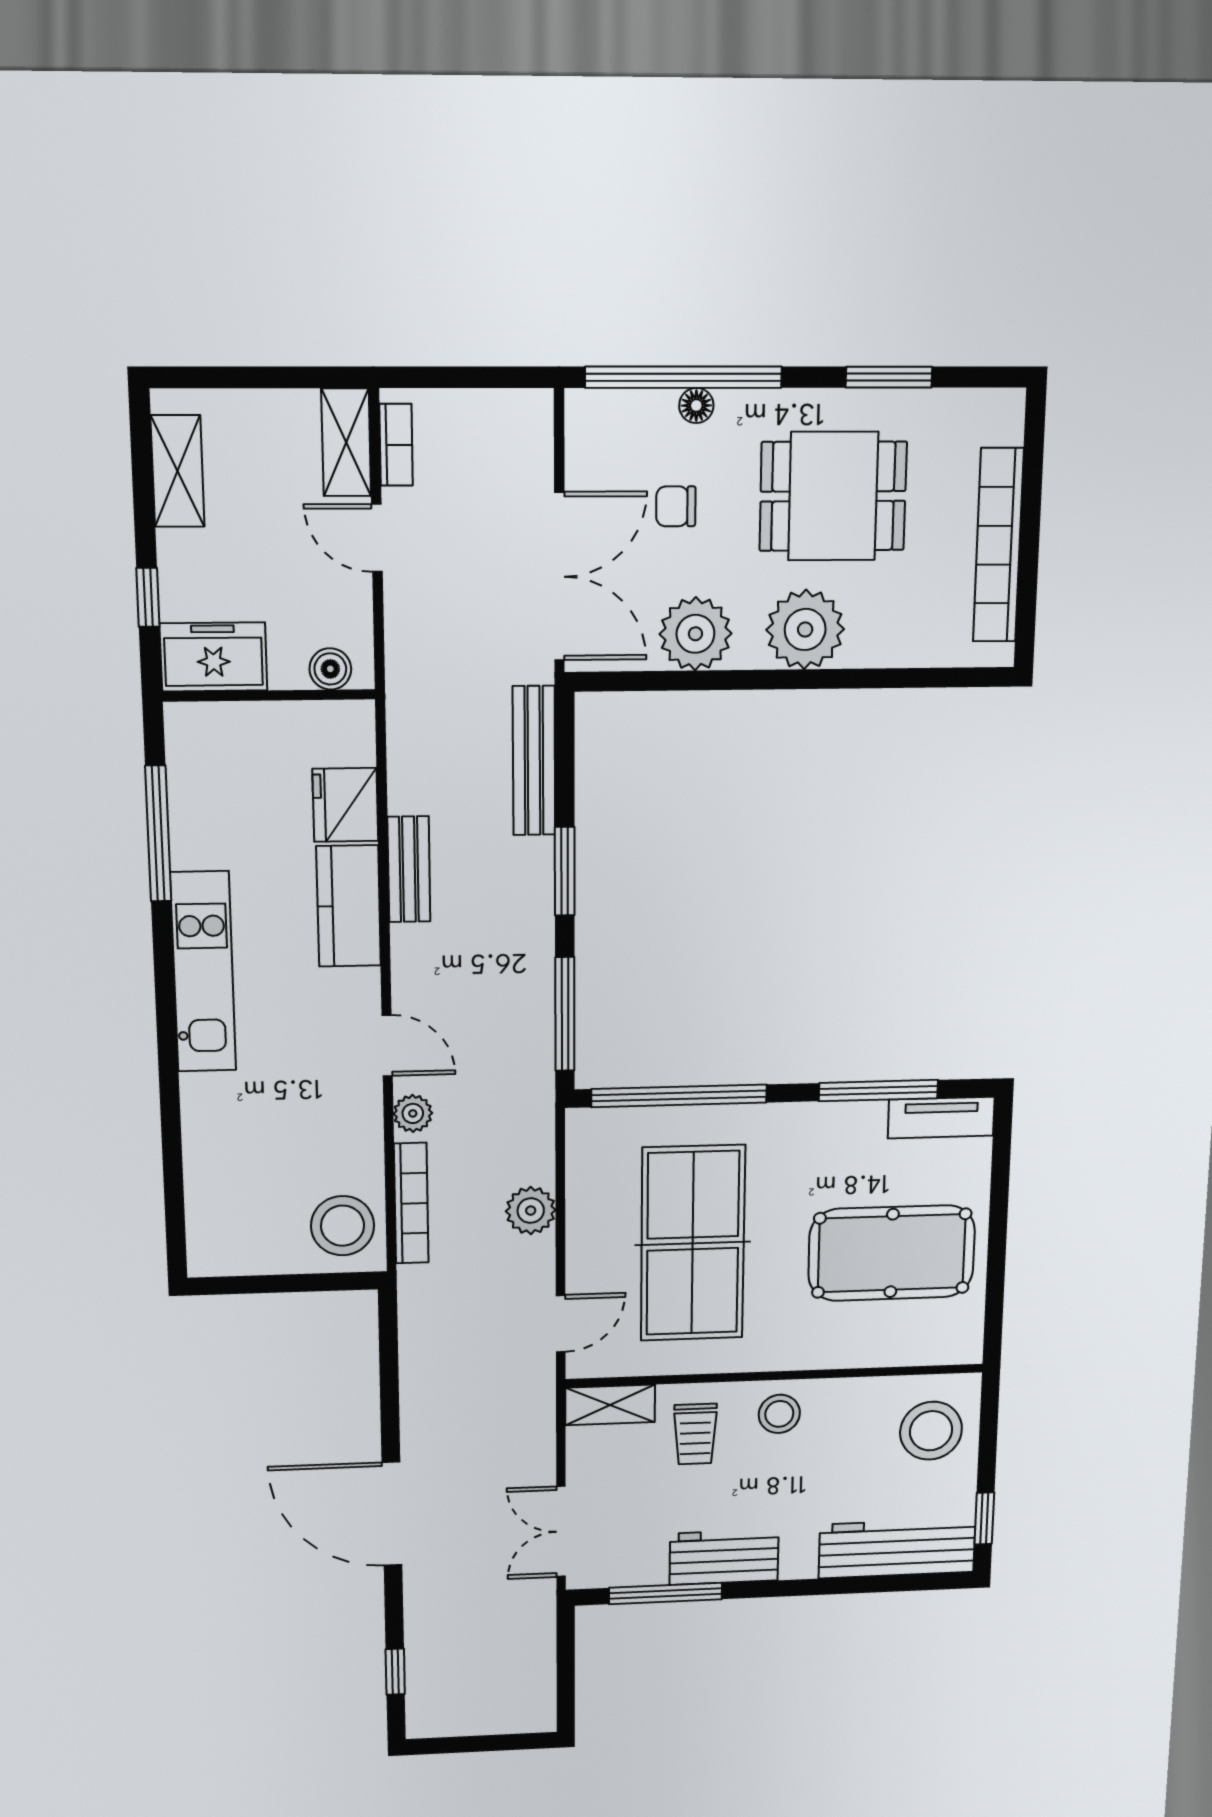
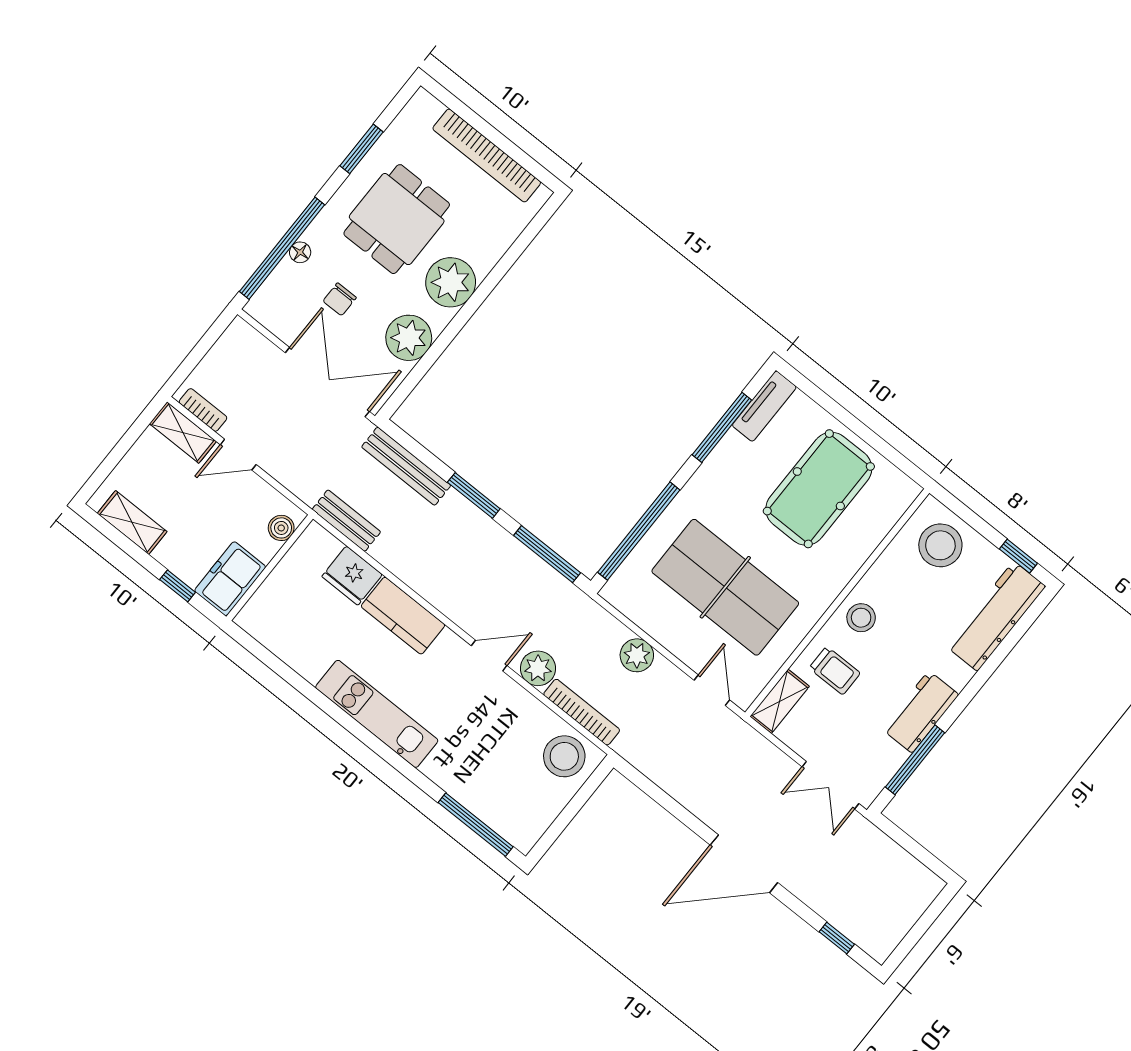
window: (158, 834) -> (476, 825), moved
bench: (409, 869) -> (346, 521), moved
plant: (413, 1113) -> (538, 668), width x1.38, depth x1.38

